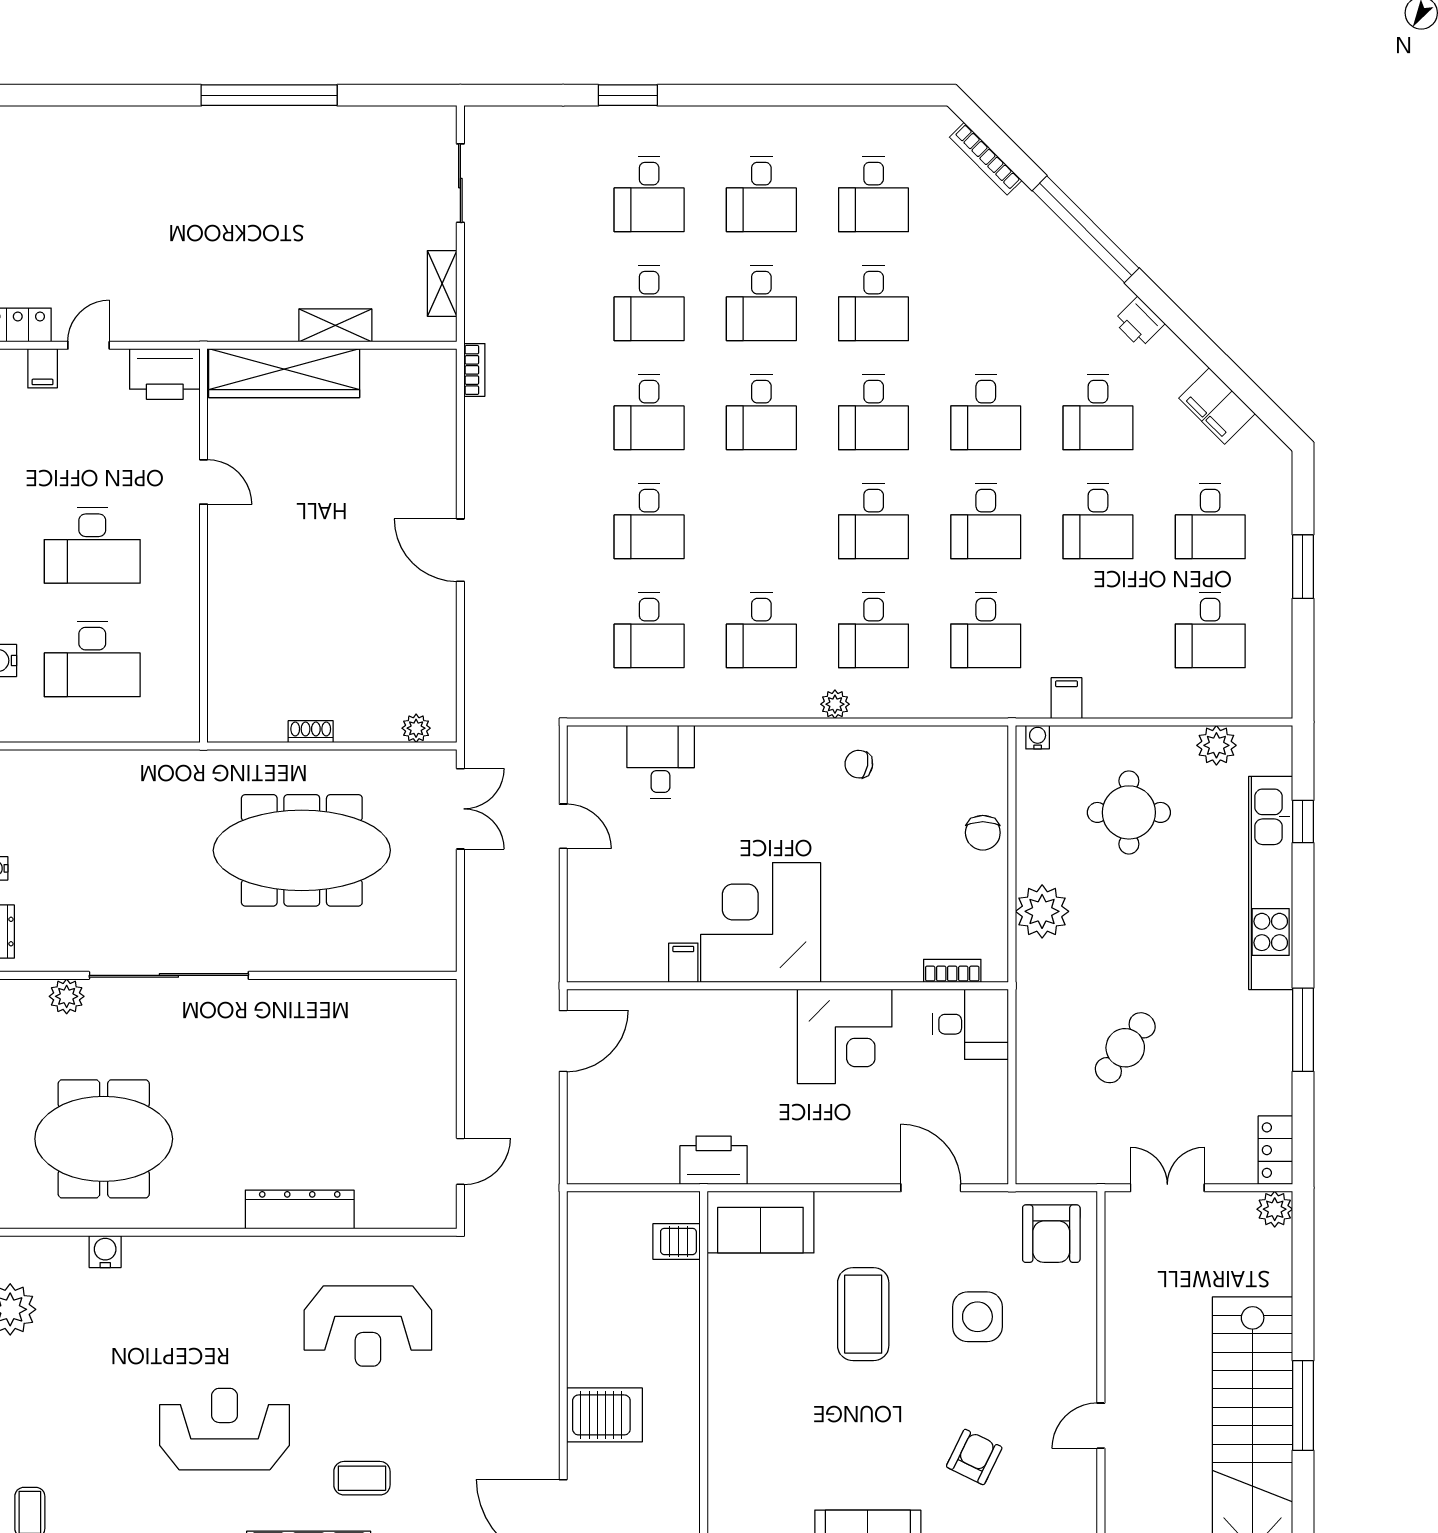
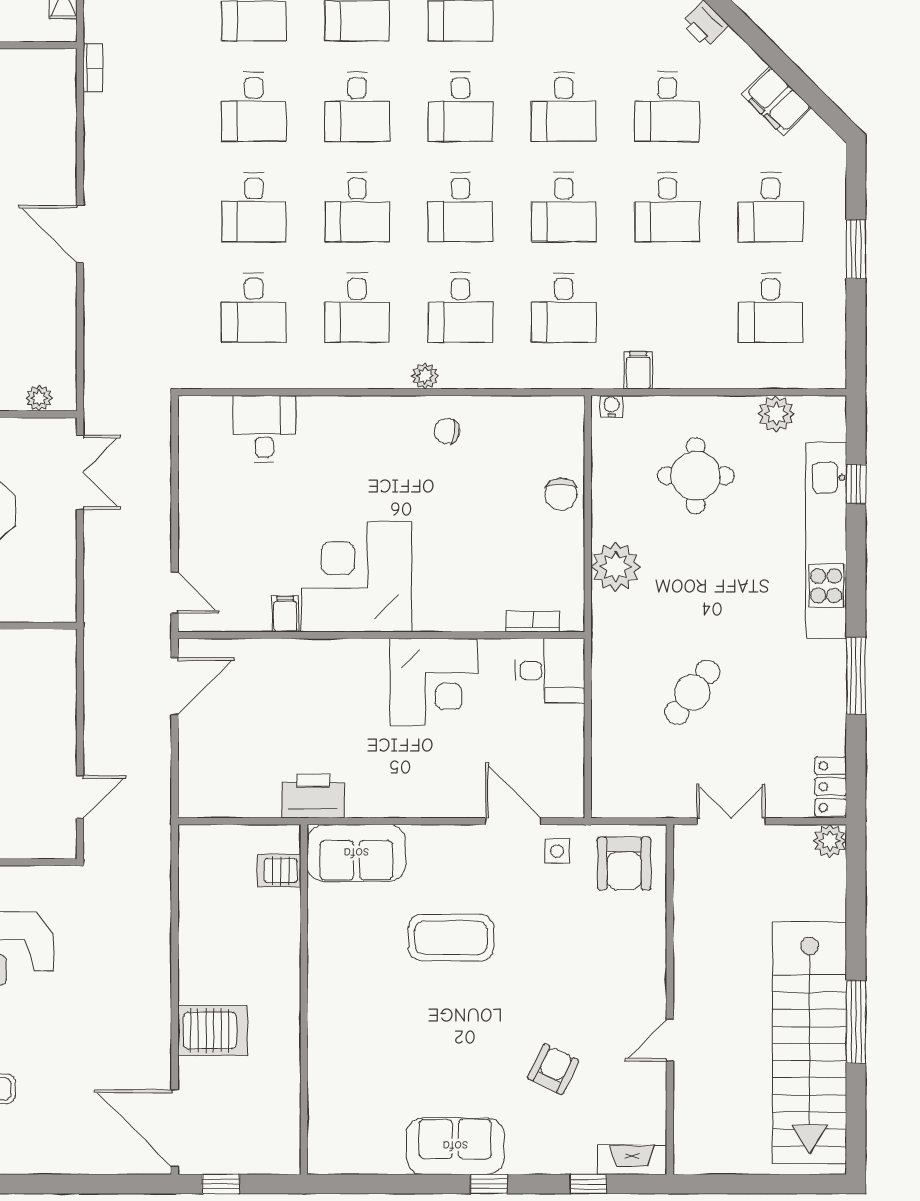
desk: (761, 521) -> (357, 207), added
door: (563, 826) -> (175, 593), moved
coffee table: (863, 1314) -> (451, 938), turned 90
side table: (977, 1317) -> (557, 851), moved, width x0.54, depth x0.54

